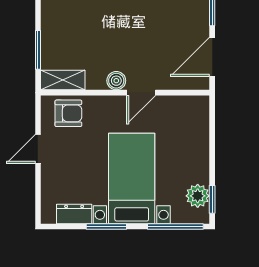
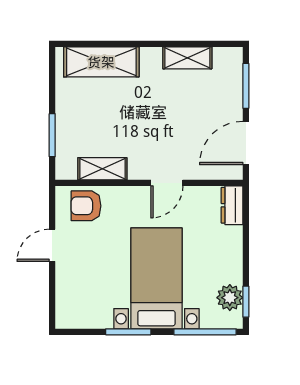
shelving: (63, 80) -> (102, 169), moved
boiler: (116, 81) -> (139, 169), removed
armchair: (68, 113) -> (86, 206), turned 180
dresser: (74, 214) -> (232, 205), moved, turned -90

